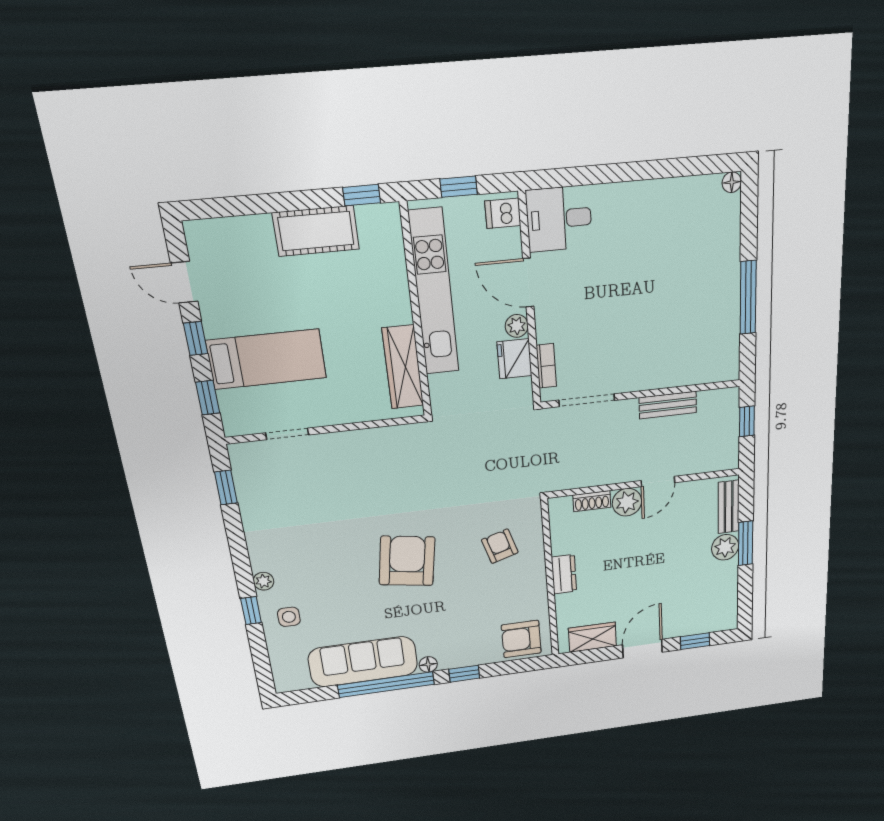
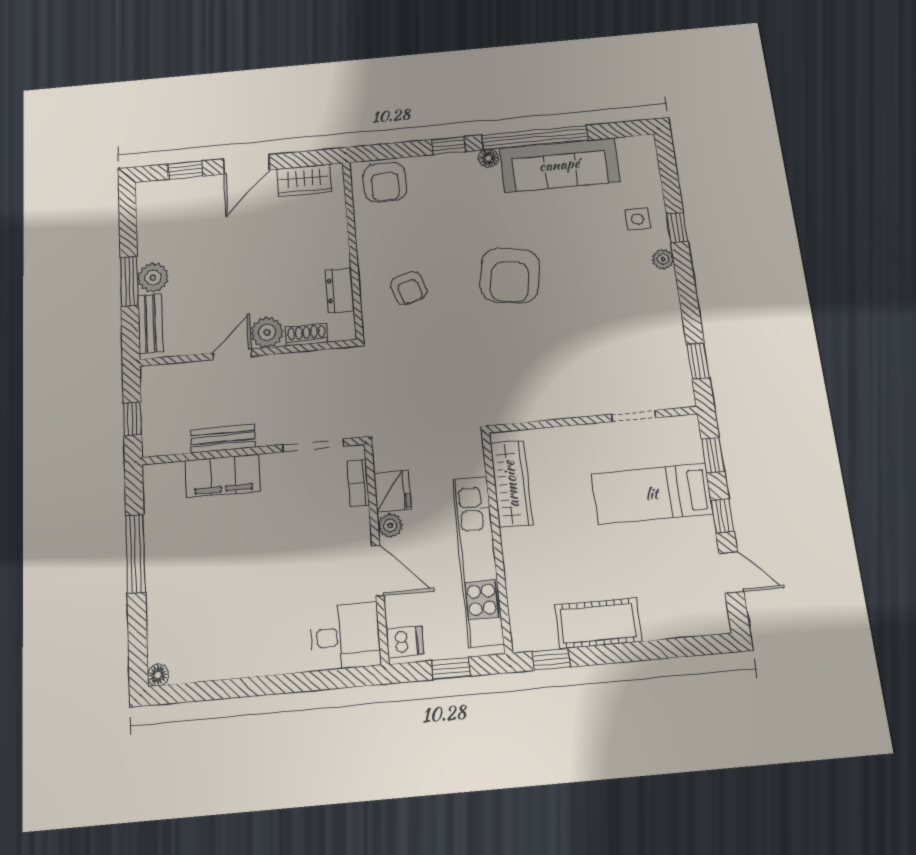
filing cabinet: (669, 371) -> (223, 476), added
dresser: (564, 574) -> (340, 290), moved
armchair: (521, 639) -> (385, 182), turned 90

